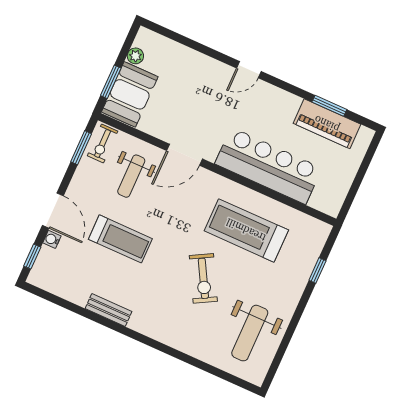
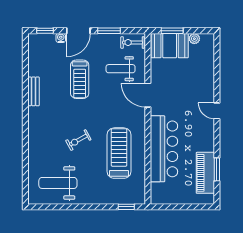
window: (81, 148) -> (109, 31), moved
window: (317, 270) -> (126, 207), moved
exercise bike: (203, 278) -> (78, 140), width x0.73, depth x0.72

